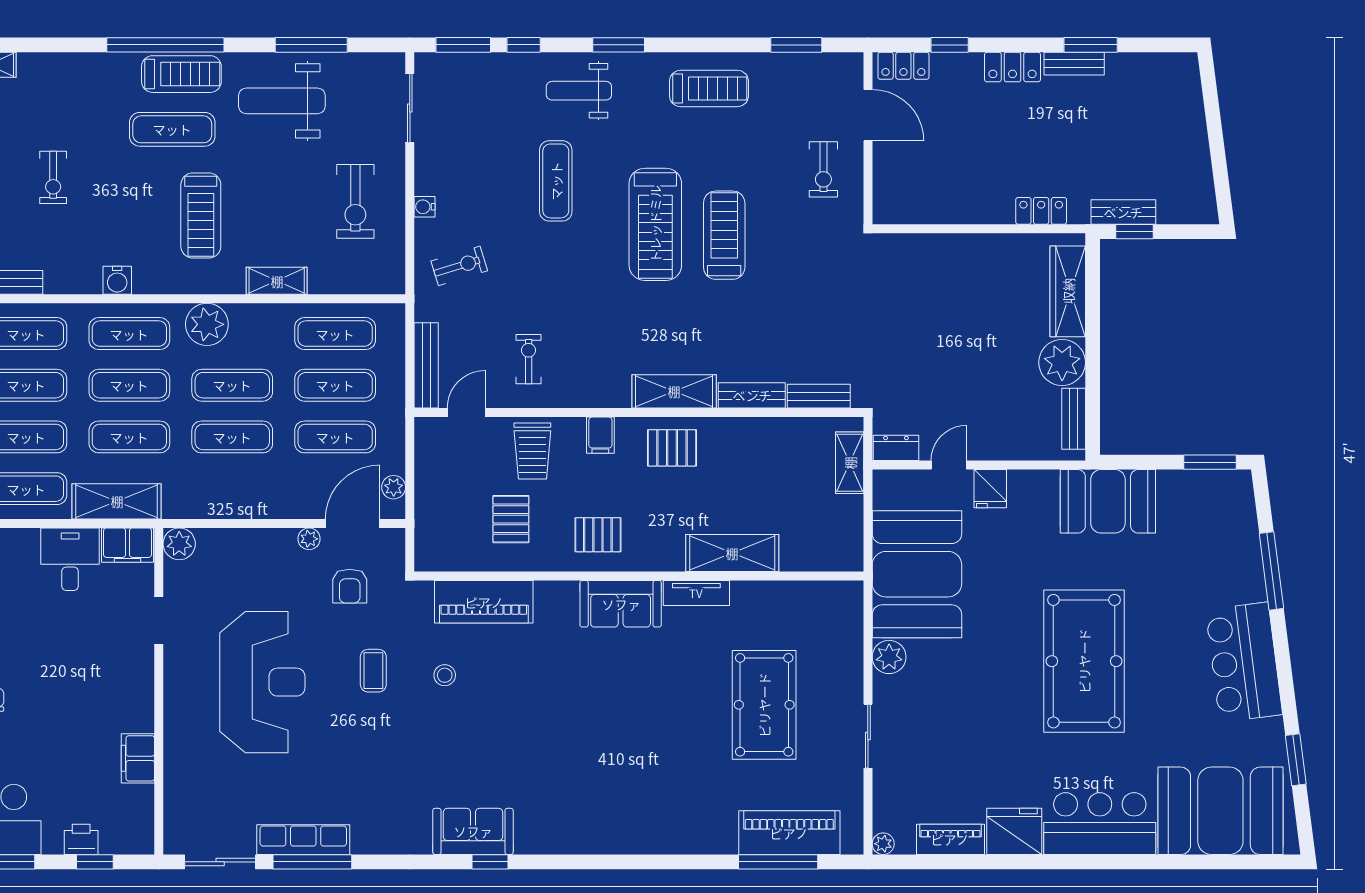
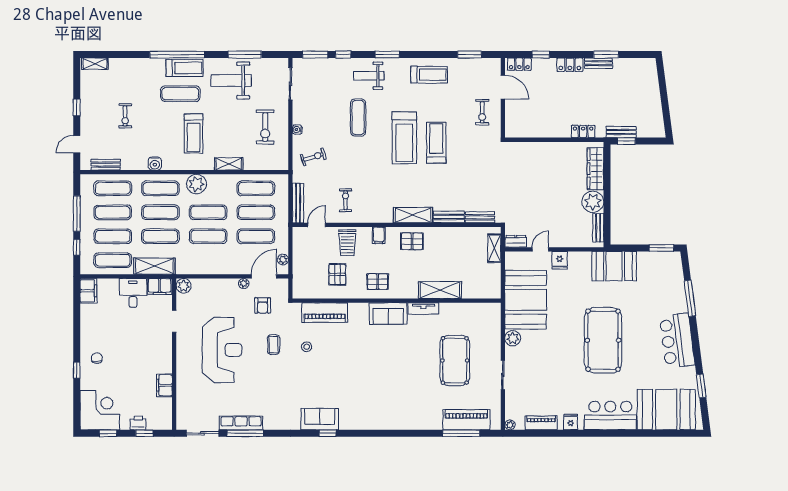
fridge: (1014, 831) -> (571, 422), width x0.53, depth x0.75

